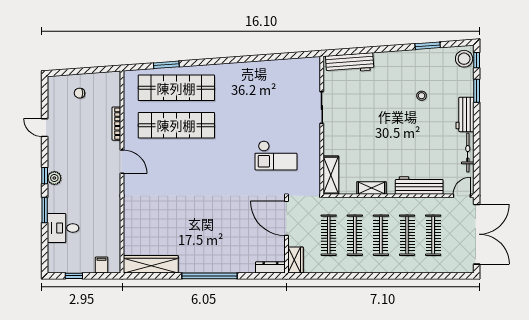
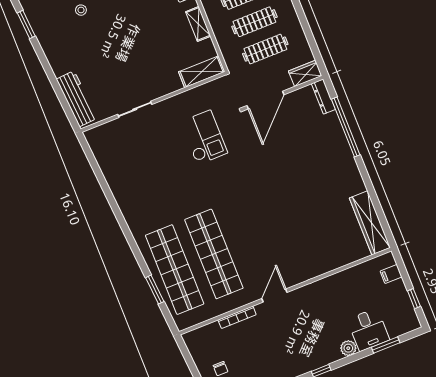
plant: (54, 178) -> (348, 348), moved
window: (45, 210) -> (386, 345), moved
window: (210, 276) -> (346, 127), moved

